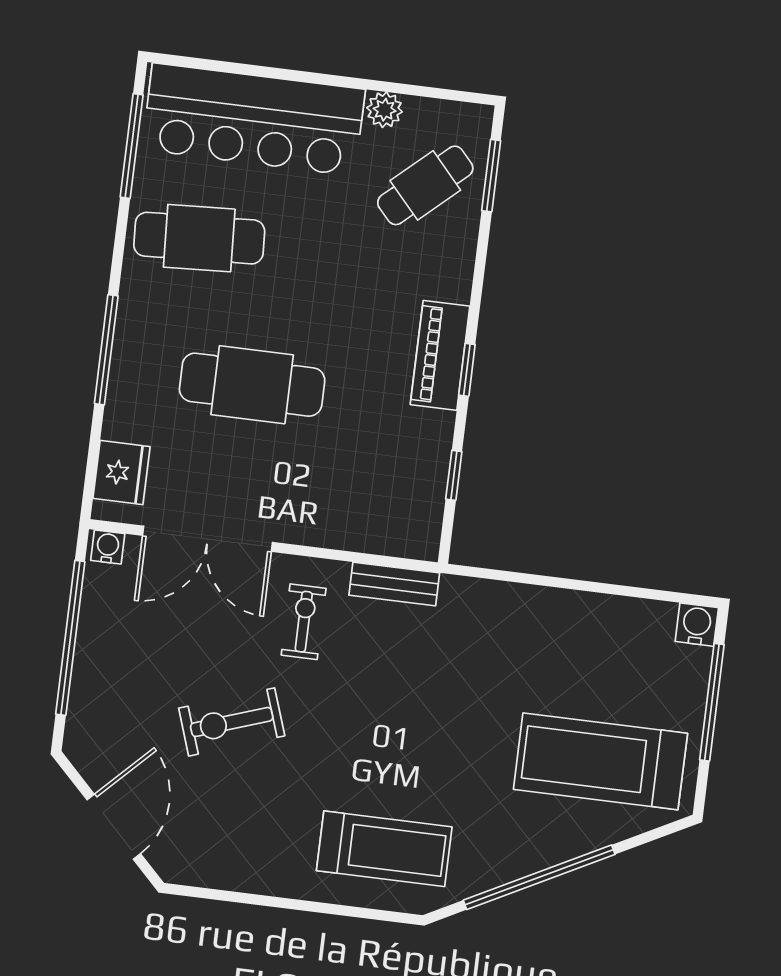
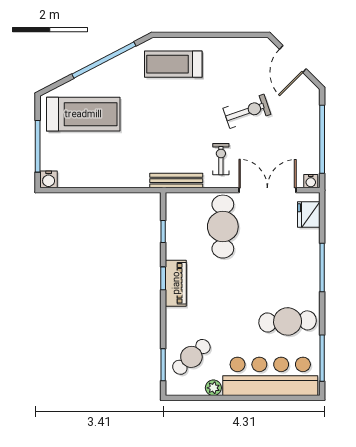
cafe table: (252, 385) -> (223, 227), moved, turned 90
bench: (394, 584) -> (176, 181), width x1.36
exercise bike: (304, 622) -> (221, 159), turned 180

